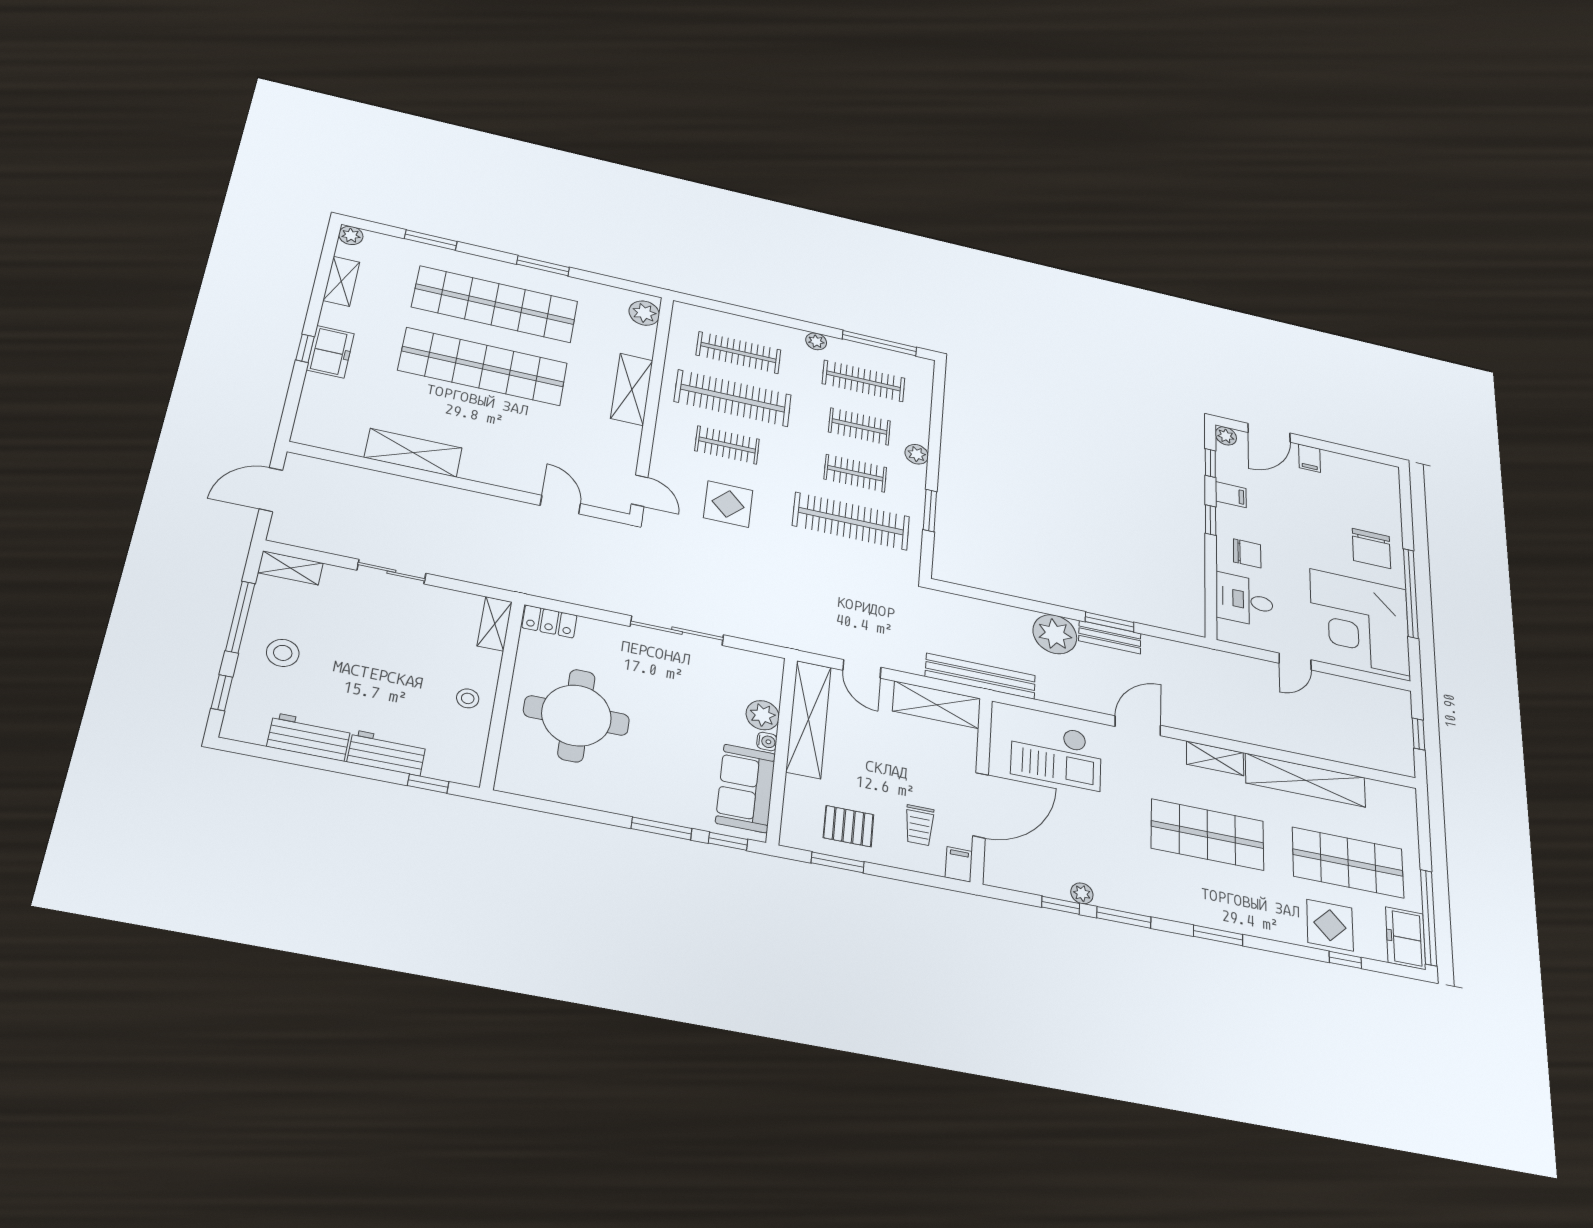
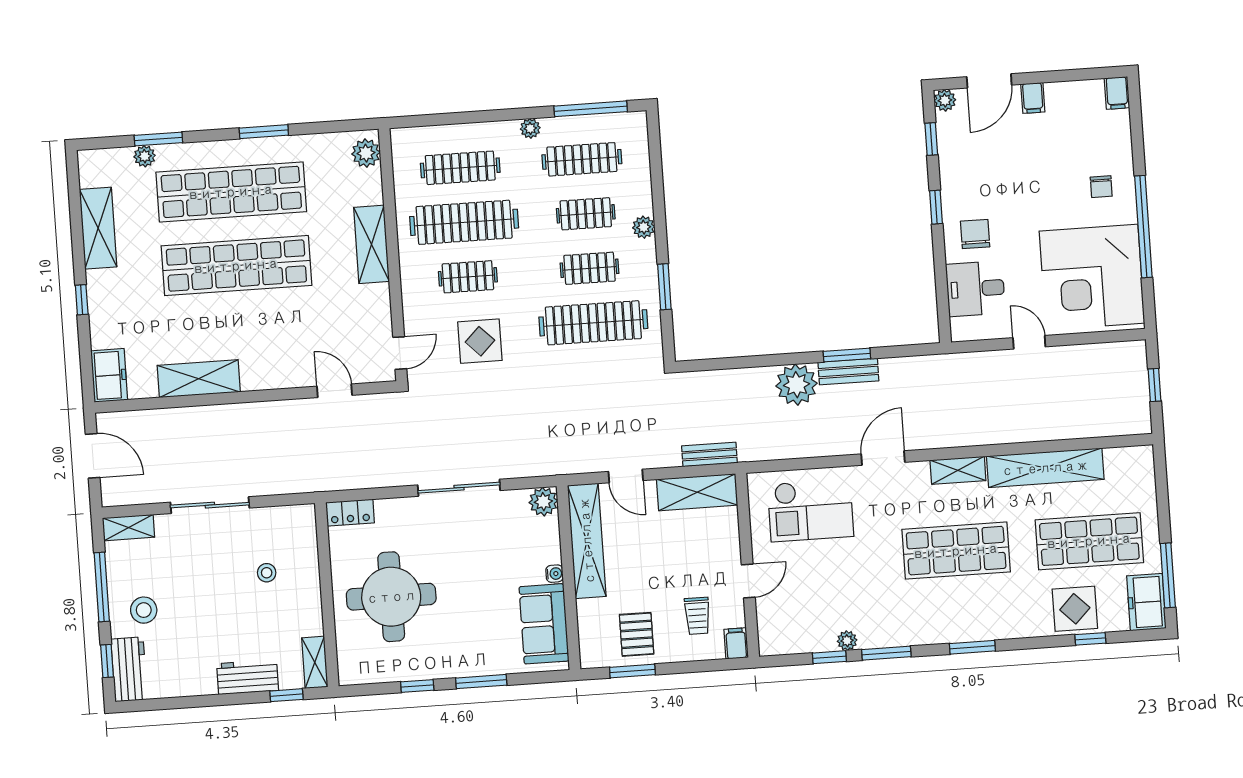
plant: (351, 235) -> (145, 156), moved
shelving: (341, 281) -> (98, 228), width x1.50, depth x1.33
freezer: (330, 352) -> (109, 375), moved
door: (271, 490) -> (93, 456), swing flipped
door: (640, 491) -> (400, 353), hinge flipped
filing cabinet: (1231, 495) -> (1117, 93), moved, turned 90
chair: (1371, 548) -> (1101, 187), width x0.54, depth x0.54
chair: (1247, 553) -> (975, 234), turned -90
sliding door: (391, 572) -> (210, 505), width x1.37
shelving: (495, 624) -> (315, 662), moved
door: (1295, 662) -> (1029, 342), swing flipped
bench: (980, 676) -> (709, 454), width x0.54, depth x0.82
stool: (468, 698) -> (267, 573), moved
plant: (763, 715) -> (543, 502), moved
workbench: (309, 737) -> (129, 669), moved, turned 90
door: (981, 805) -> (748, 581), width x0.53
pallet: (848, 826) -> (637, 634), turned 90
window: (728, 841) -> (417, 686), moved
window: (1429, 917) -> (1168, 575), width x0.68

